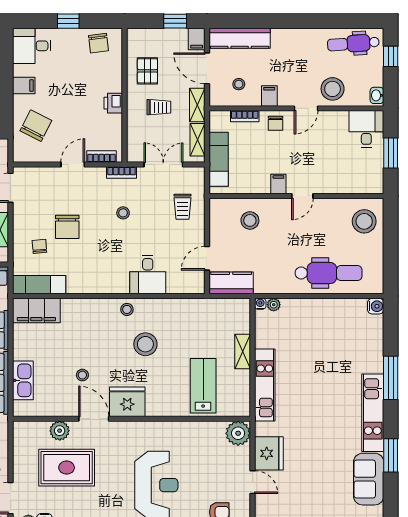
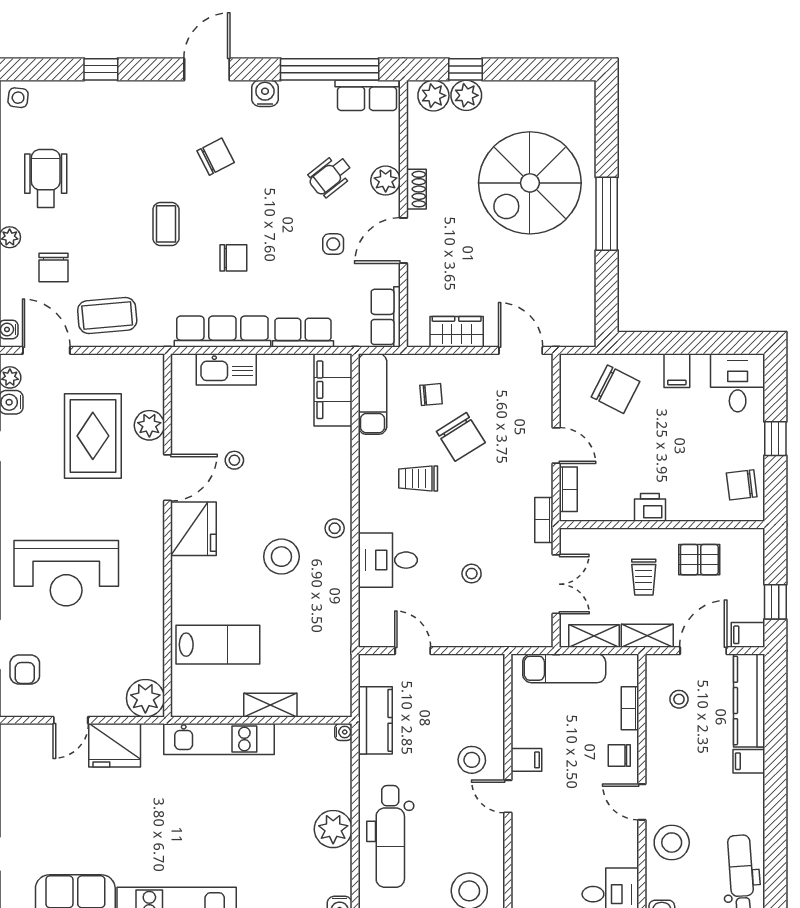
filing cabinet: (269, 96) -> (749, 761), moved, turned 180
trolley: (182, 207) -> (418, 479), moved
stool: (123, 213) -> (472, 574), moved
stool: (250, 220) -> (472, 760), moved
chair: (67, 227) -> (461, 437), turned -122
kitchen counter: (231, 283) -> (375, 720), moved
plant: (274, 305) -> (333, 829), moved, width x1.88, depth x1.88

